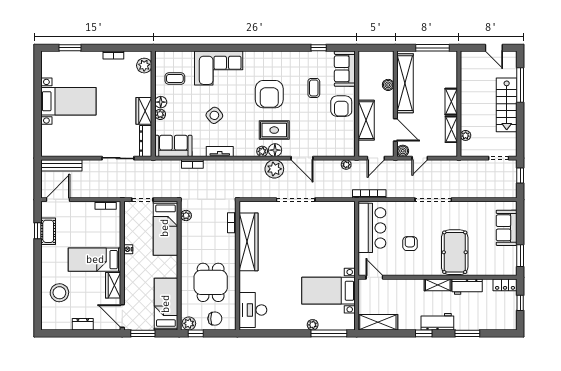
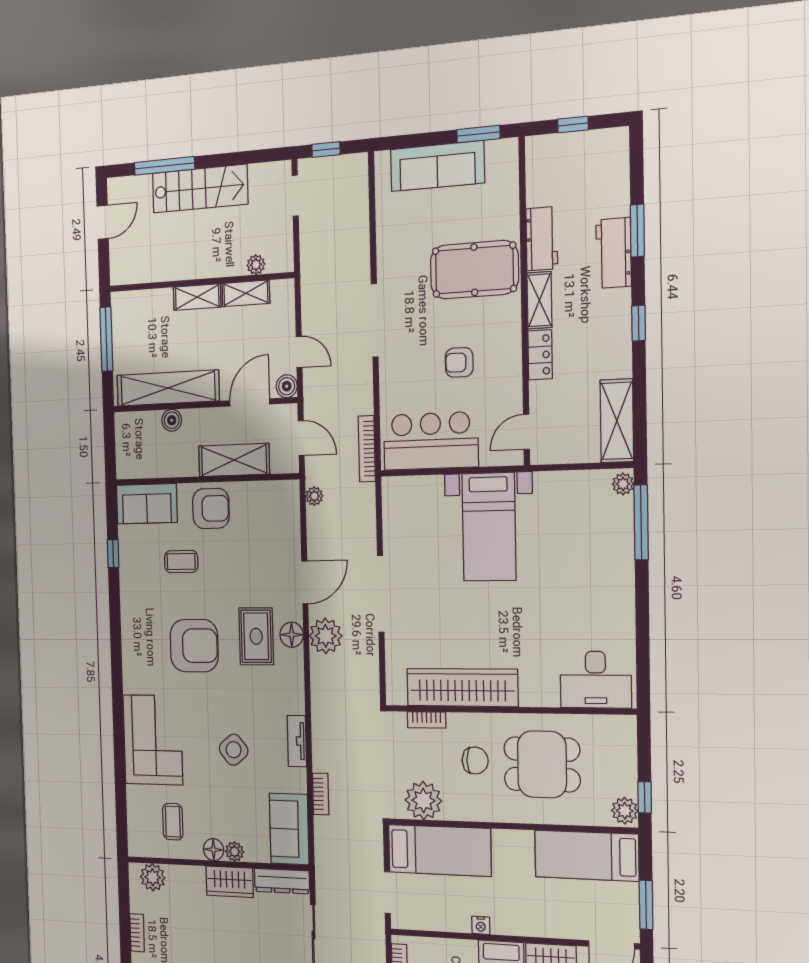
plant: (262, 151) -> (294, 659), removed
plant: (186, 216) -> (423, 801), width x1.88, depth x1.88
sofa: (507, 228) -> (437, 166), width x1.36
locker: (505, 285) -> (540, 355), moved
bed with nightstands: (328, 291) -> (489, 527), moved
chair: (215, 319) -> (475, 760), moved, turned 90
workbench: (437, 322) -> (613, 253), moved
plant: (313, 325) -> (623, 484), moved

